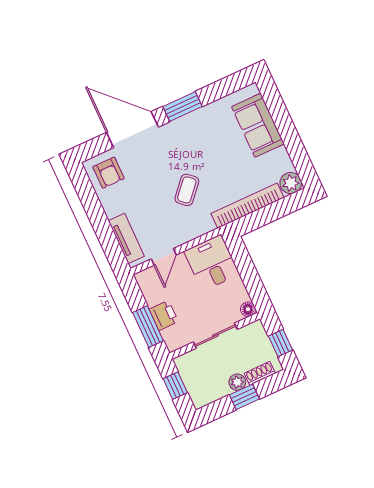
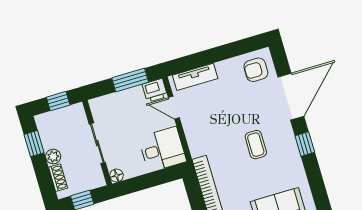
window: (182, 107) -> (305, 144), width x0.67
coffee table: (187, 190) -> (256, 145), moved, turned 48
printer: (164, 315) -> (155, 90), moved
window: (148, 327) -> (130, 80), moved
window: (244, 397) -> (34, 144), moved

